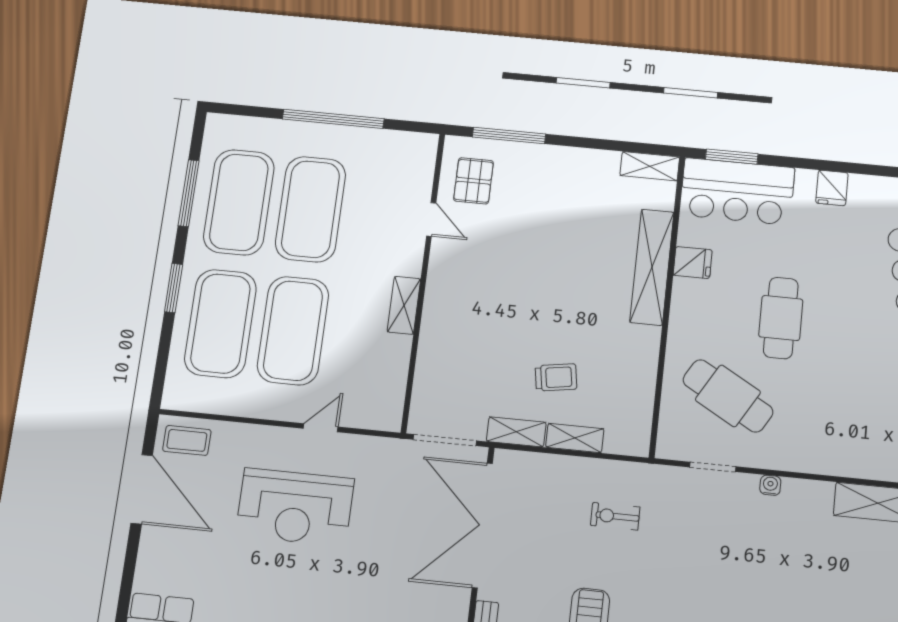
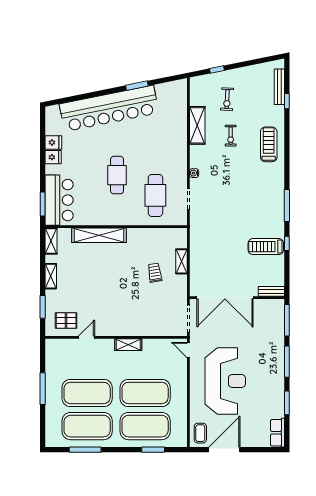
window: (333, 119) -> (43, 389), width x0.68
window: (509, 136) -> (43, 307), width x0.69
fridge: (693, 262) -> (53, 143), moved, turned 90
window: (174, 288) -> (153, 450), moved
cafe table: (781, 318) -> (117, 175), turned 90
cafe table: (728, 396) -> (155, 195), turned -30
door: (321, 428) -> (188, 350), moved
shelving: (516, 432) -> (51, 276), moved
reception desk: (295, 507) -> (225, 381), width x1.36, depth x1.30
exercise bike: (615, 516) -> (231, 136), moved

